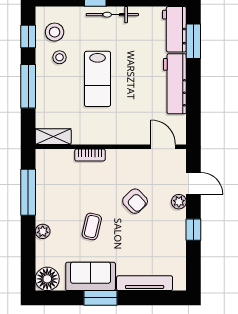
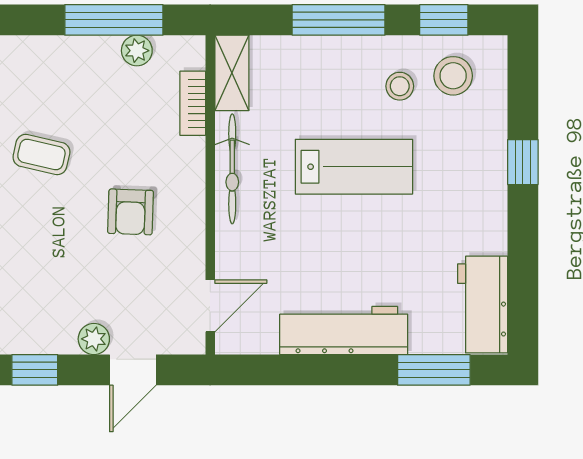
bicycle: (112, 15) -> (232, 169), moved, turned 180
workbench: (174, 29) -> (483, 305), moved, turned -90
lab bench: (98, 79) -> (354, 167), turned 180
bookcase: (90, 155) -> (193, 103), moved
armchair: (135, 201) -> (131, 212), moved, turned -44
plant: (43, 231) -> (137, 51), moved

